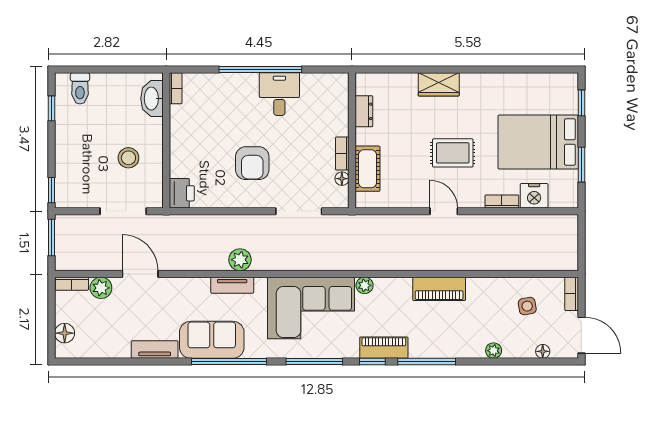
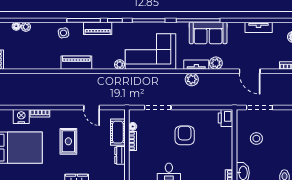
dresser: (364, 111) -> (120, 155), moved
rug: (453, 153) -> (68, 141), turned 90
door: (444, 211) -> (92, 107), moved
plant: (101, 288) -> (216, 63), moved
side table: (527, 306) -> (63, 33), moved
piano: (384, 348) -> (98, 28), moved
tv unit: (155, 350) -> (259, 27), moved
plant: (494, 351) -> (26, 27), moved

